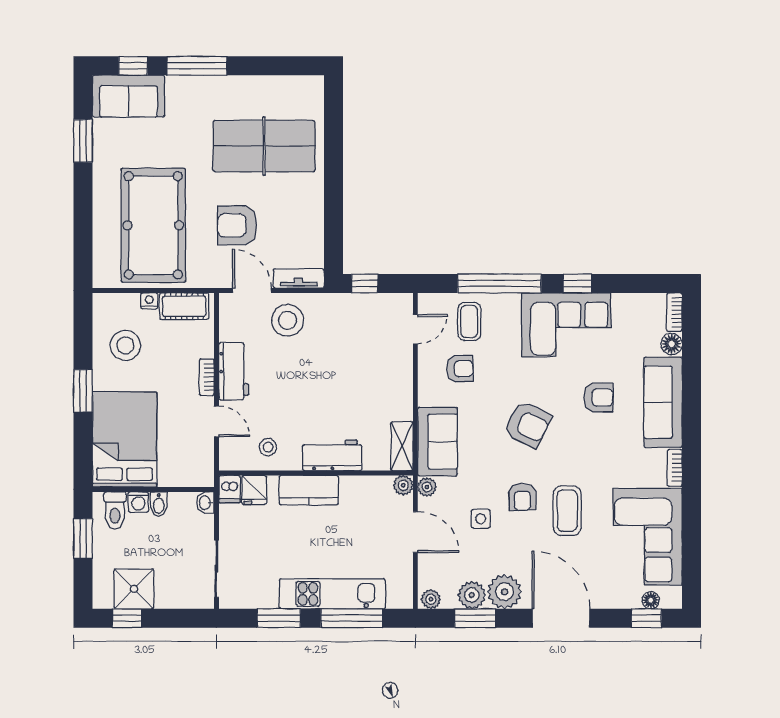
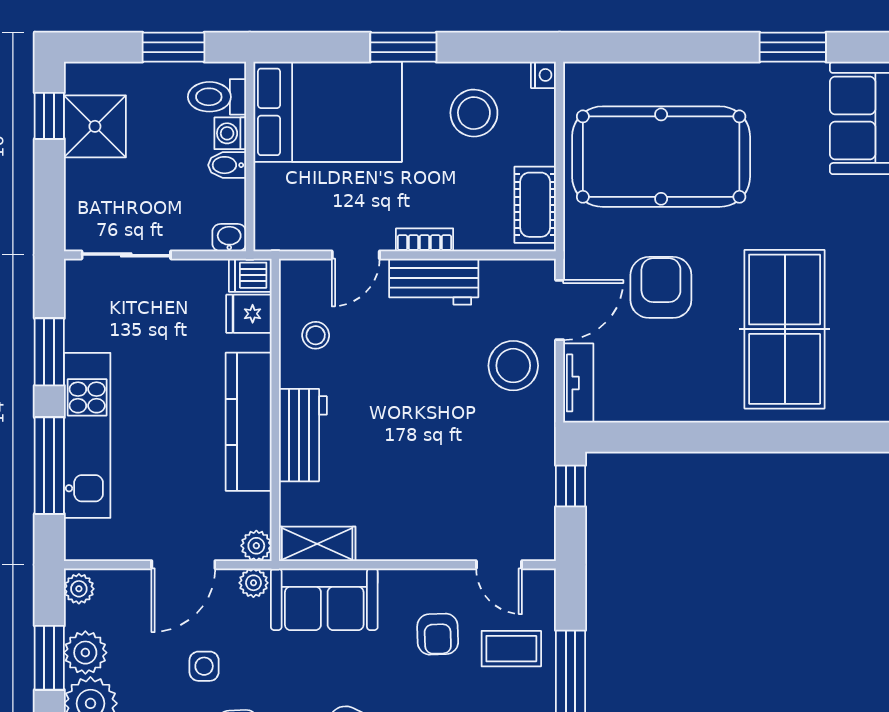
nightstand: (149, 301) -> (543, 75), moved
kitchen counter: (309, 490) -> (249, 422), width x1.50

